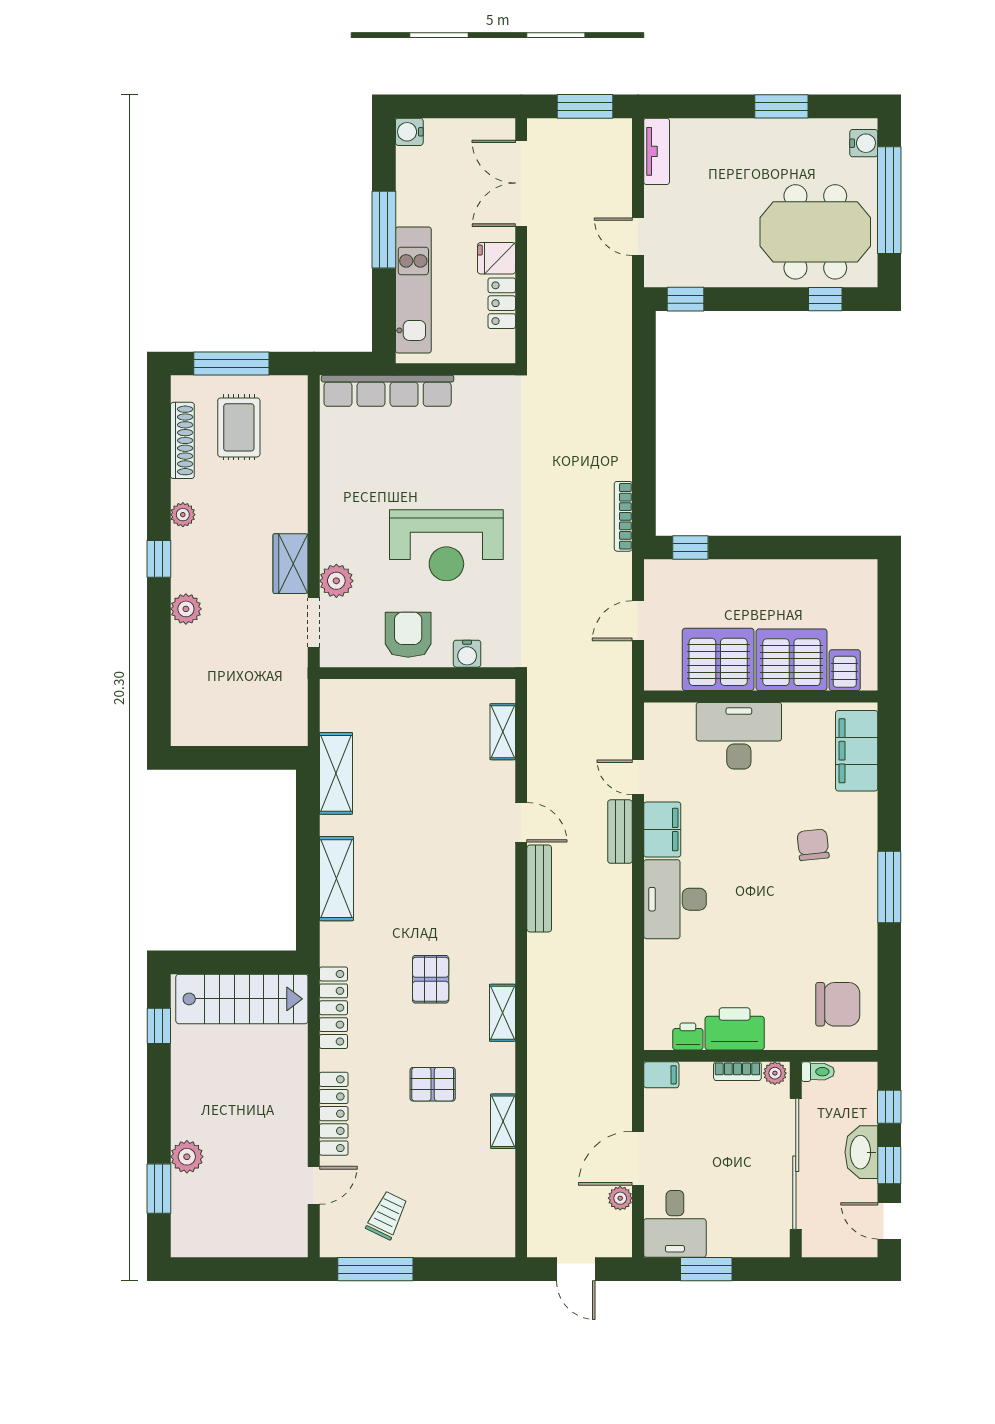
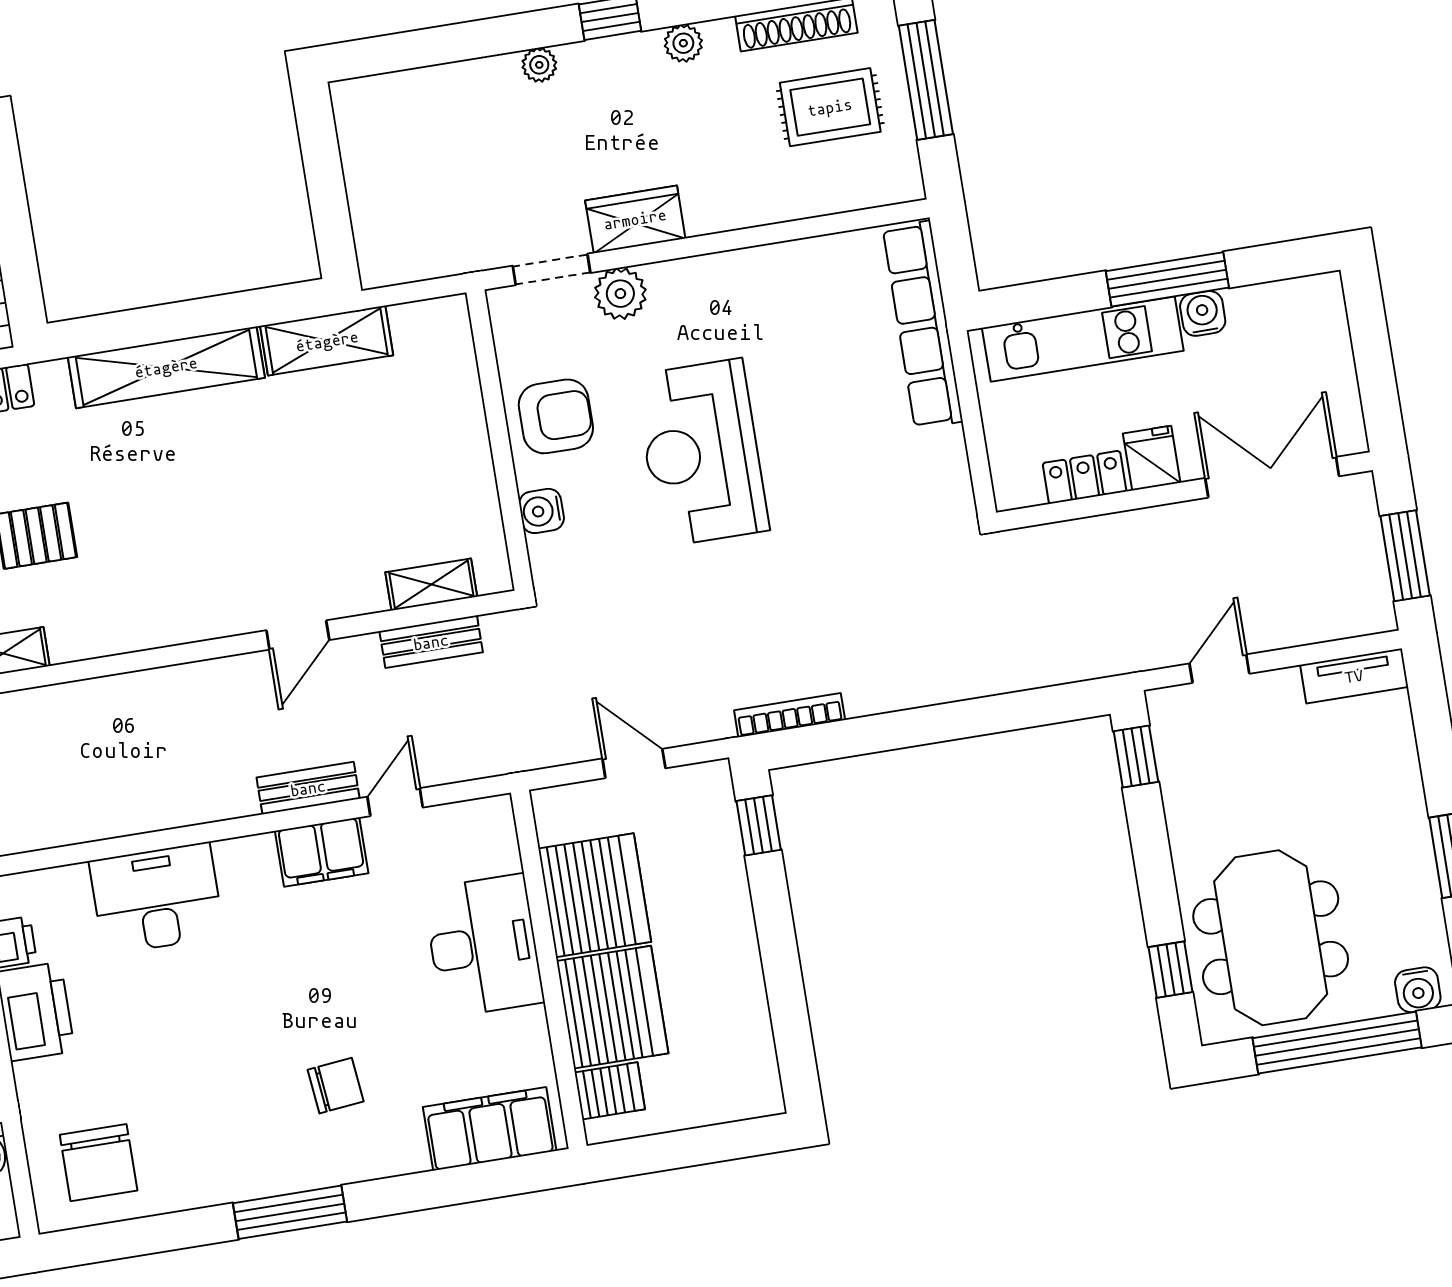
water cooler: (409, 132) -> (1203, 313), moved
plant: (186, 609) -> (539, 65), width x0.73, depth x0.73
shelving: (336, 879) -> (166, 367), width x1.47
bench: (539, 888) -> (431, 642), moved, width x0.73
desk: (675, 899) -> (157, 899), moved

